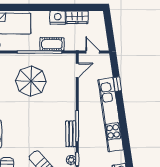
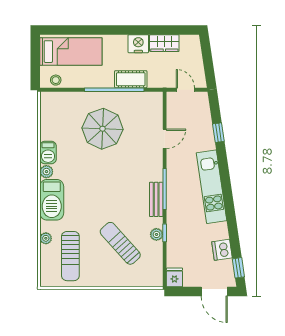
door: (77, 70) -> (165, 139), moved
kitchen unit: (111, 115) -> (211, 187), width x0.73

